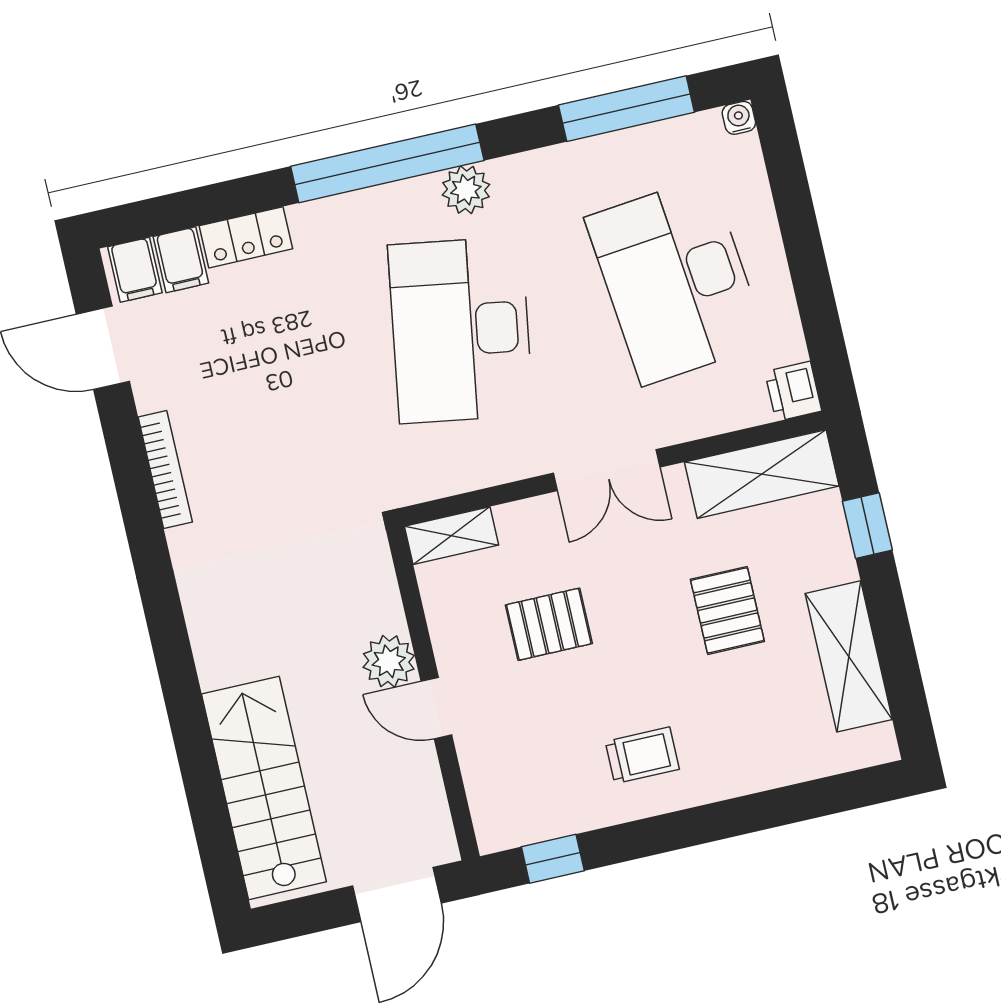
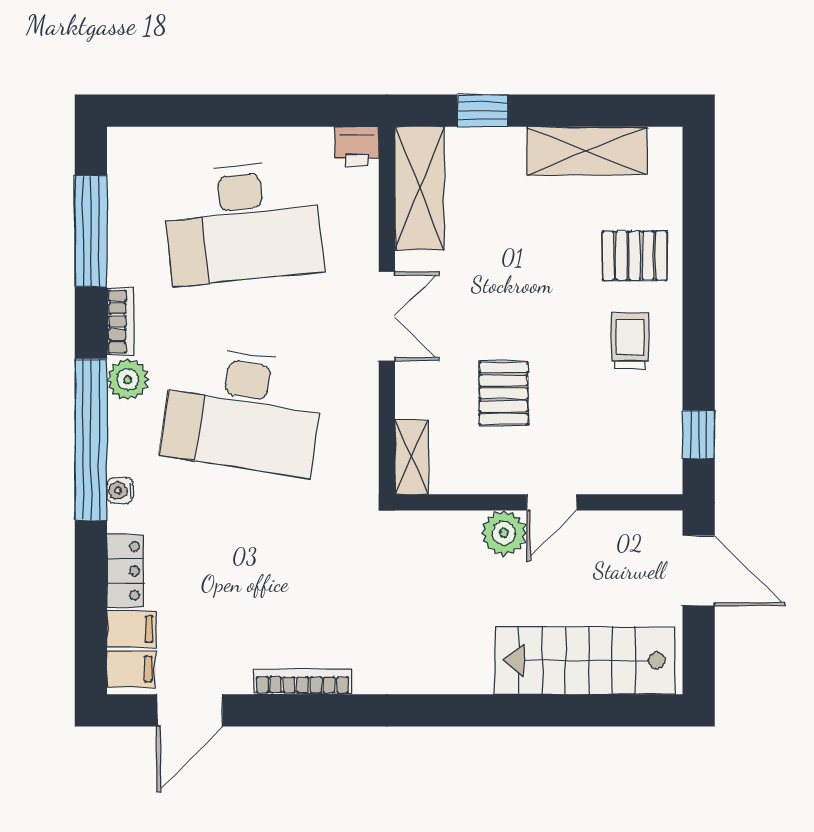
water cooler: (739, 118) -> (120, 490), moved
bookcase: (530, 166) -> (120, 322), added
pallet: (727, 610) -> (635, 256), moved

